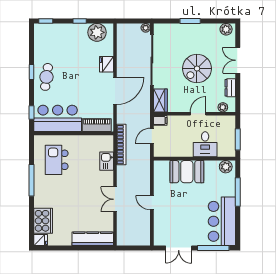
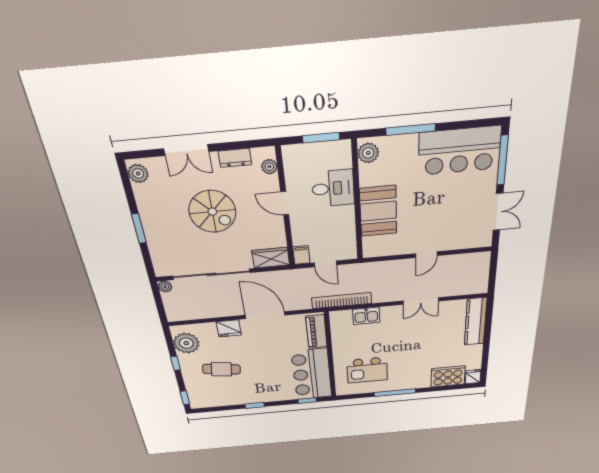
cafe table: (46, 77) -> (221, 369), moved

